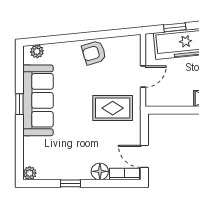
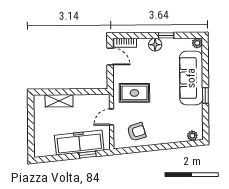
armchair: (94, 53) -> (137, 132), moved
sofa: (38, 100) -> (191, 78), moved
floor lamp: (100, 171) -> (155, 45), moved

